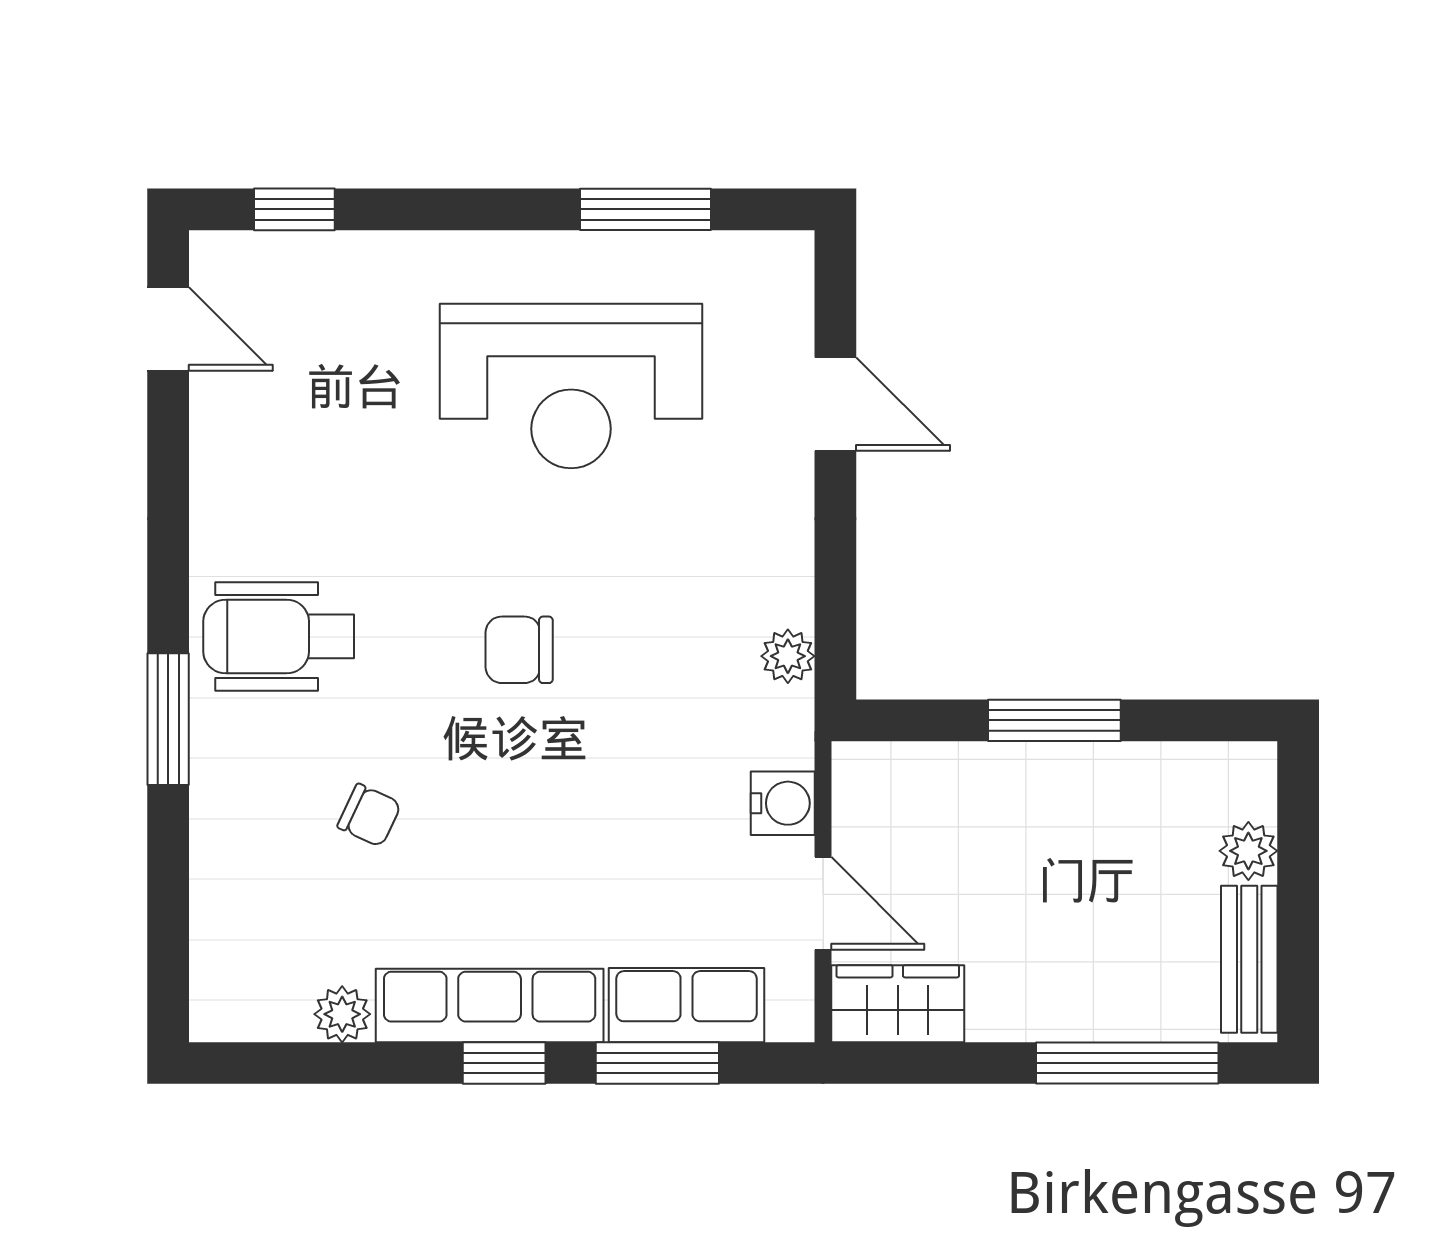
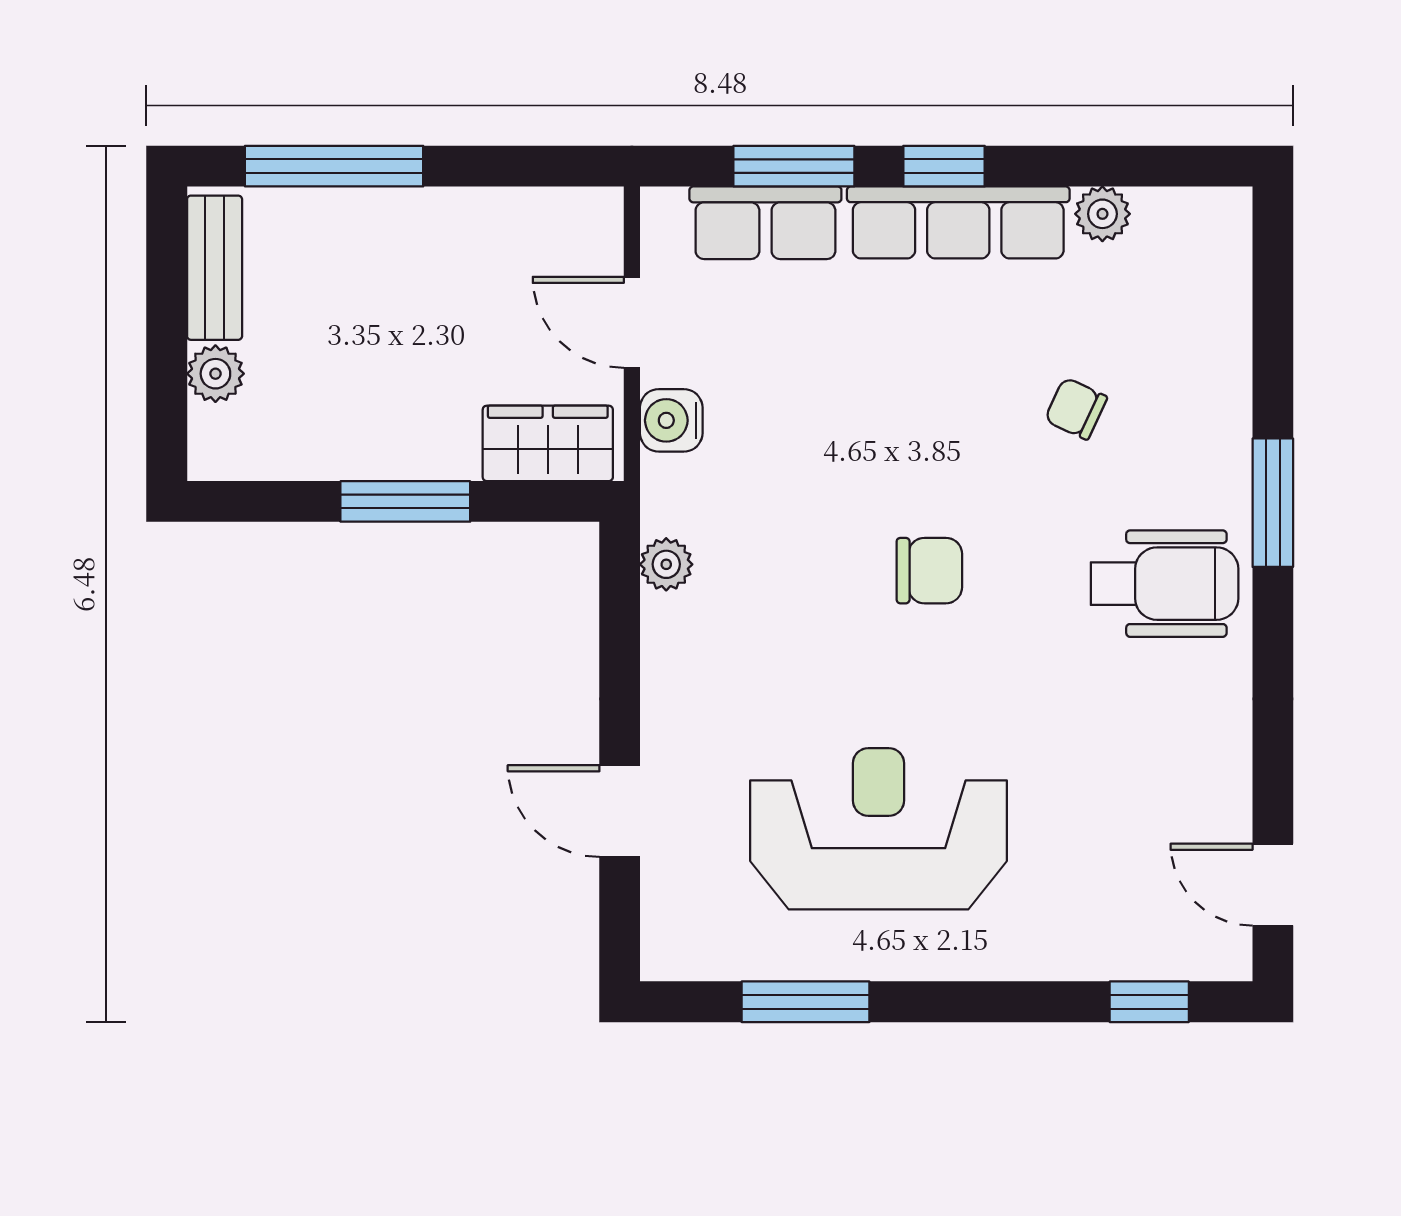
wardrobe: (898, 1004) -> (548, 443), moved, turned 180

